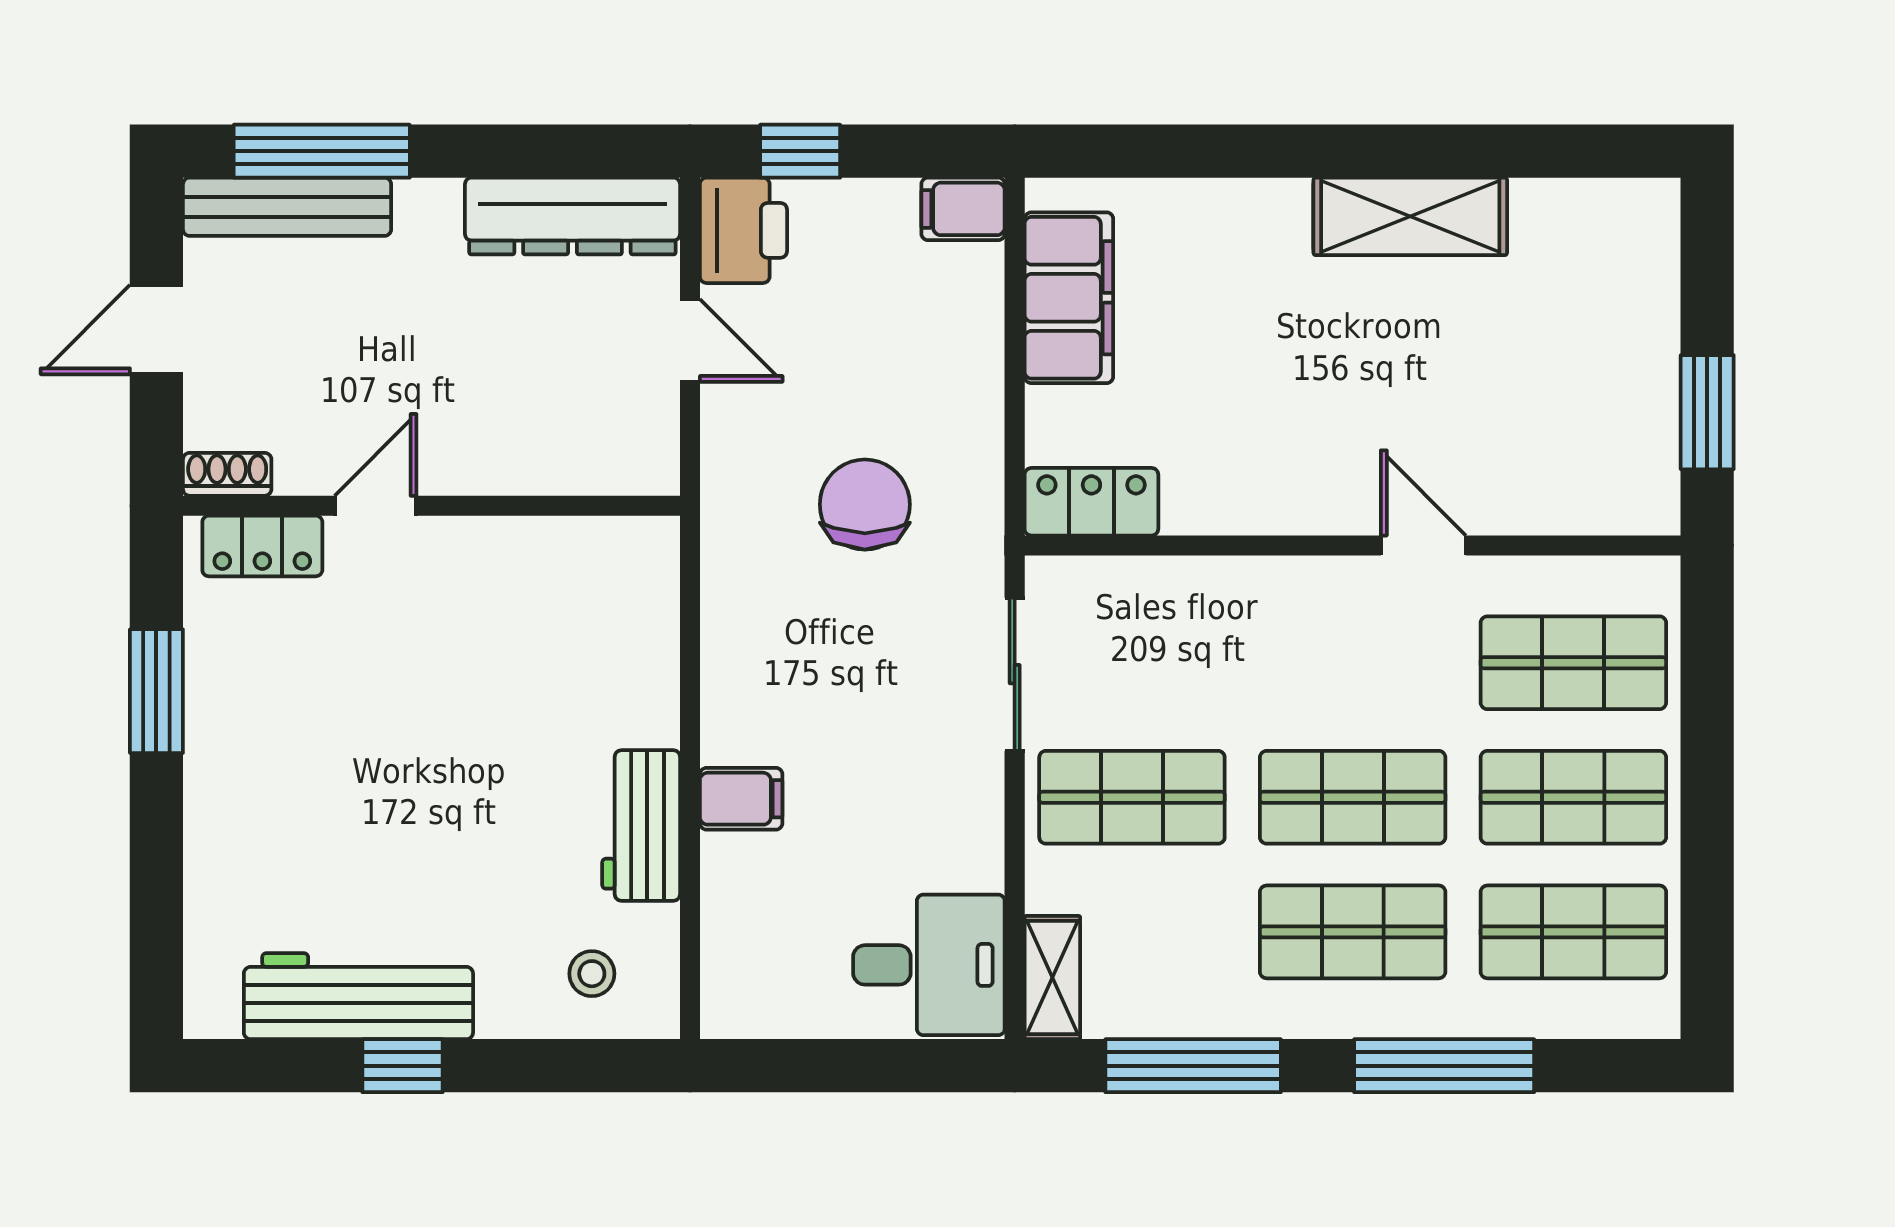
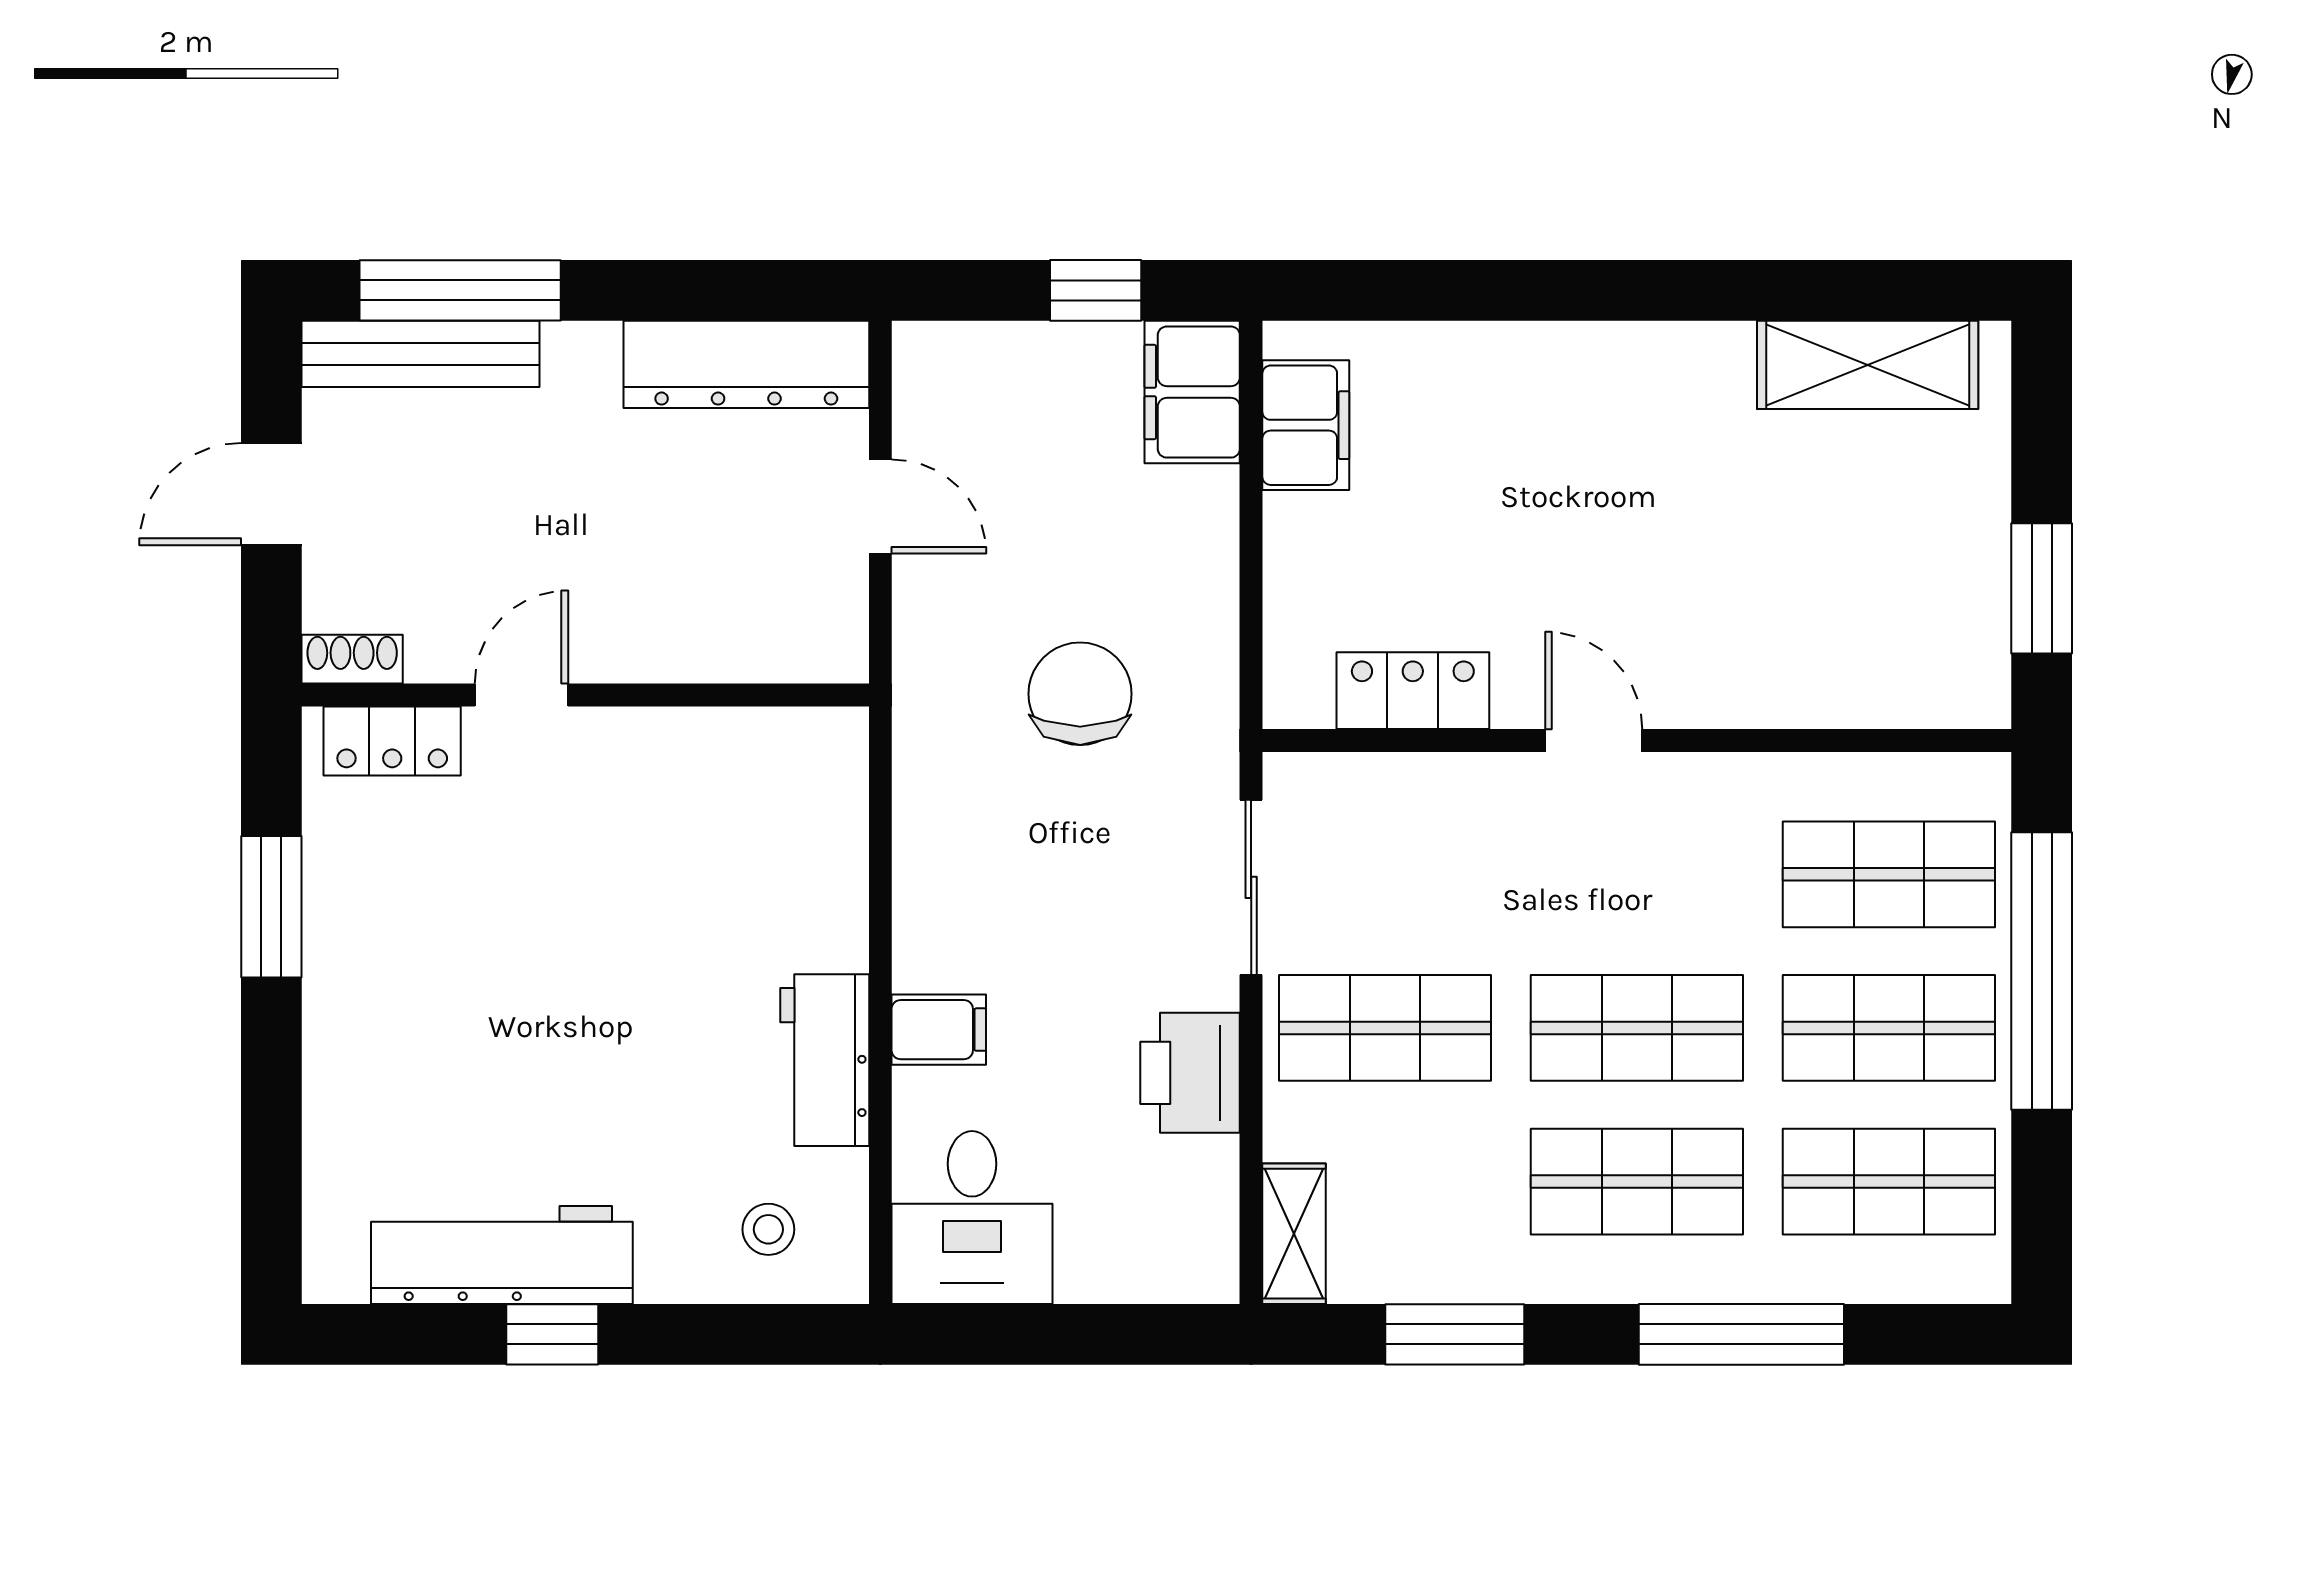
window: (800, 151) -> (1096, 290), moved
filing cabinet: (963, 209) -> (1192, 392), width x2.00
shelving: (1410, 216) -> (1868, 365), moved
printer: (743, 230) -> (1190, 1073), moved, turned 180
filing cabinet: (1069, 298) -> (1306, 425), width x0.67, depth x0.86
locker: (1091, 502) -> (1413, 691), moved
door: (1423, 545) -> (1594, 740), moved
window: (1707, 747) -> (2042, 971), added
desk: (929, 965) -> (972, 1218), moved, turned 90
window: (1193, 1066) -> (1455, 1334), width x0.69

